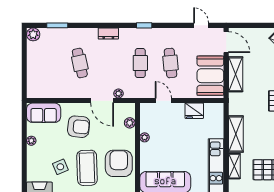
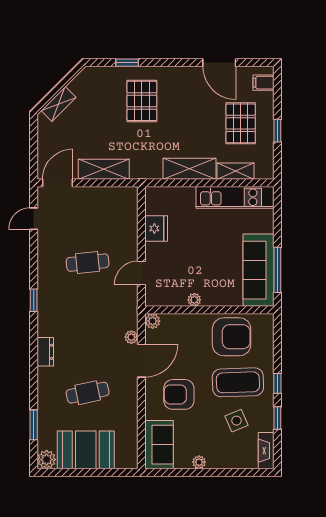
cafe table: (140, 63) -> (88, 306), removed
booth: (210, 76) -> (86, 450), moved
plant: (130, 123) -> (153, 321), moved
armchair: (79, 127) -> (179, 394), turned -96
armchair: (119, 163) -> (232, 337), turned 180

